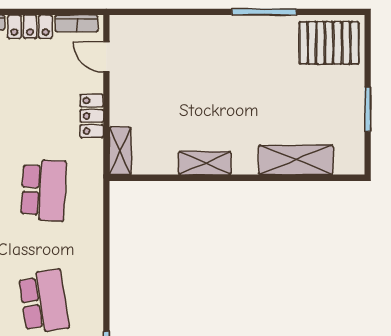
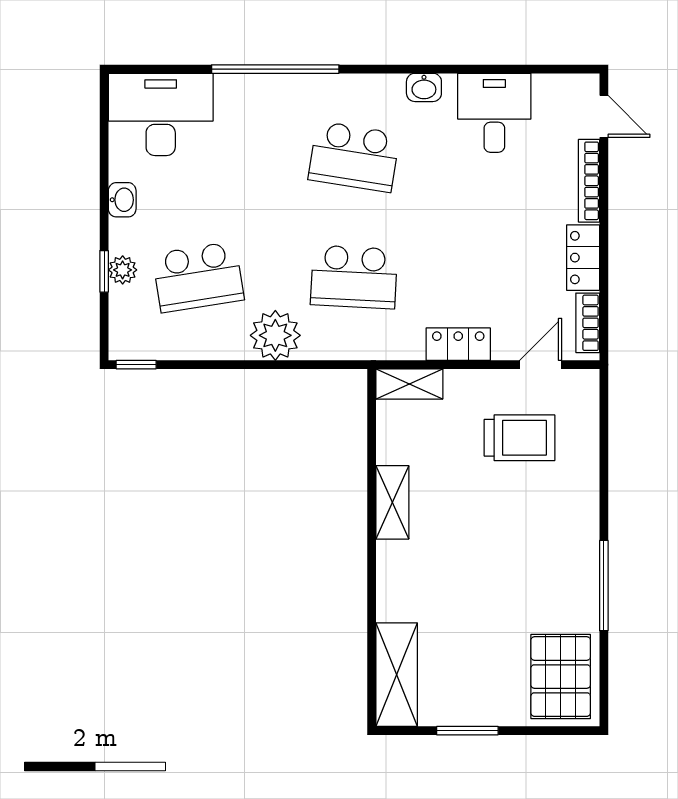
trolley: (159, 72) -> (520, 438), added
shelving: (296, 160) -> (397, 675), moved
plant: (85, 246) -> (275, 335), added

